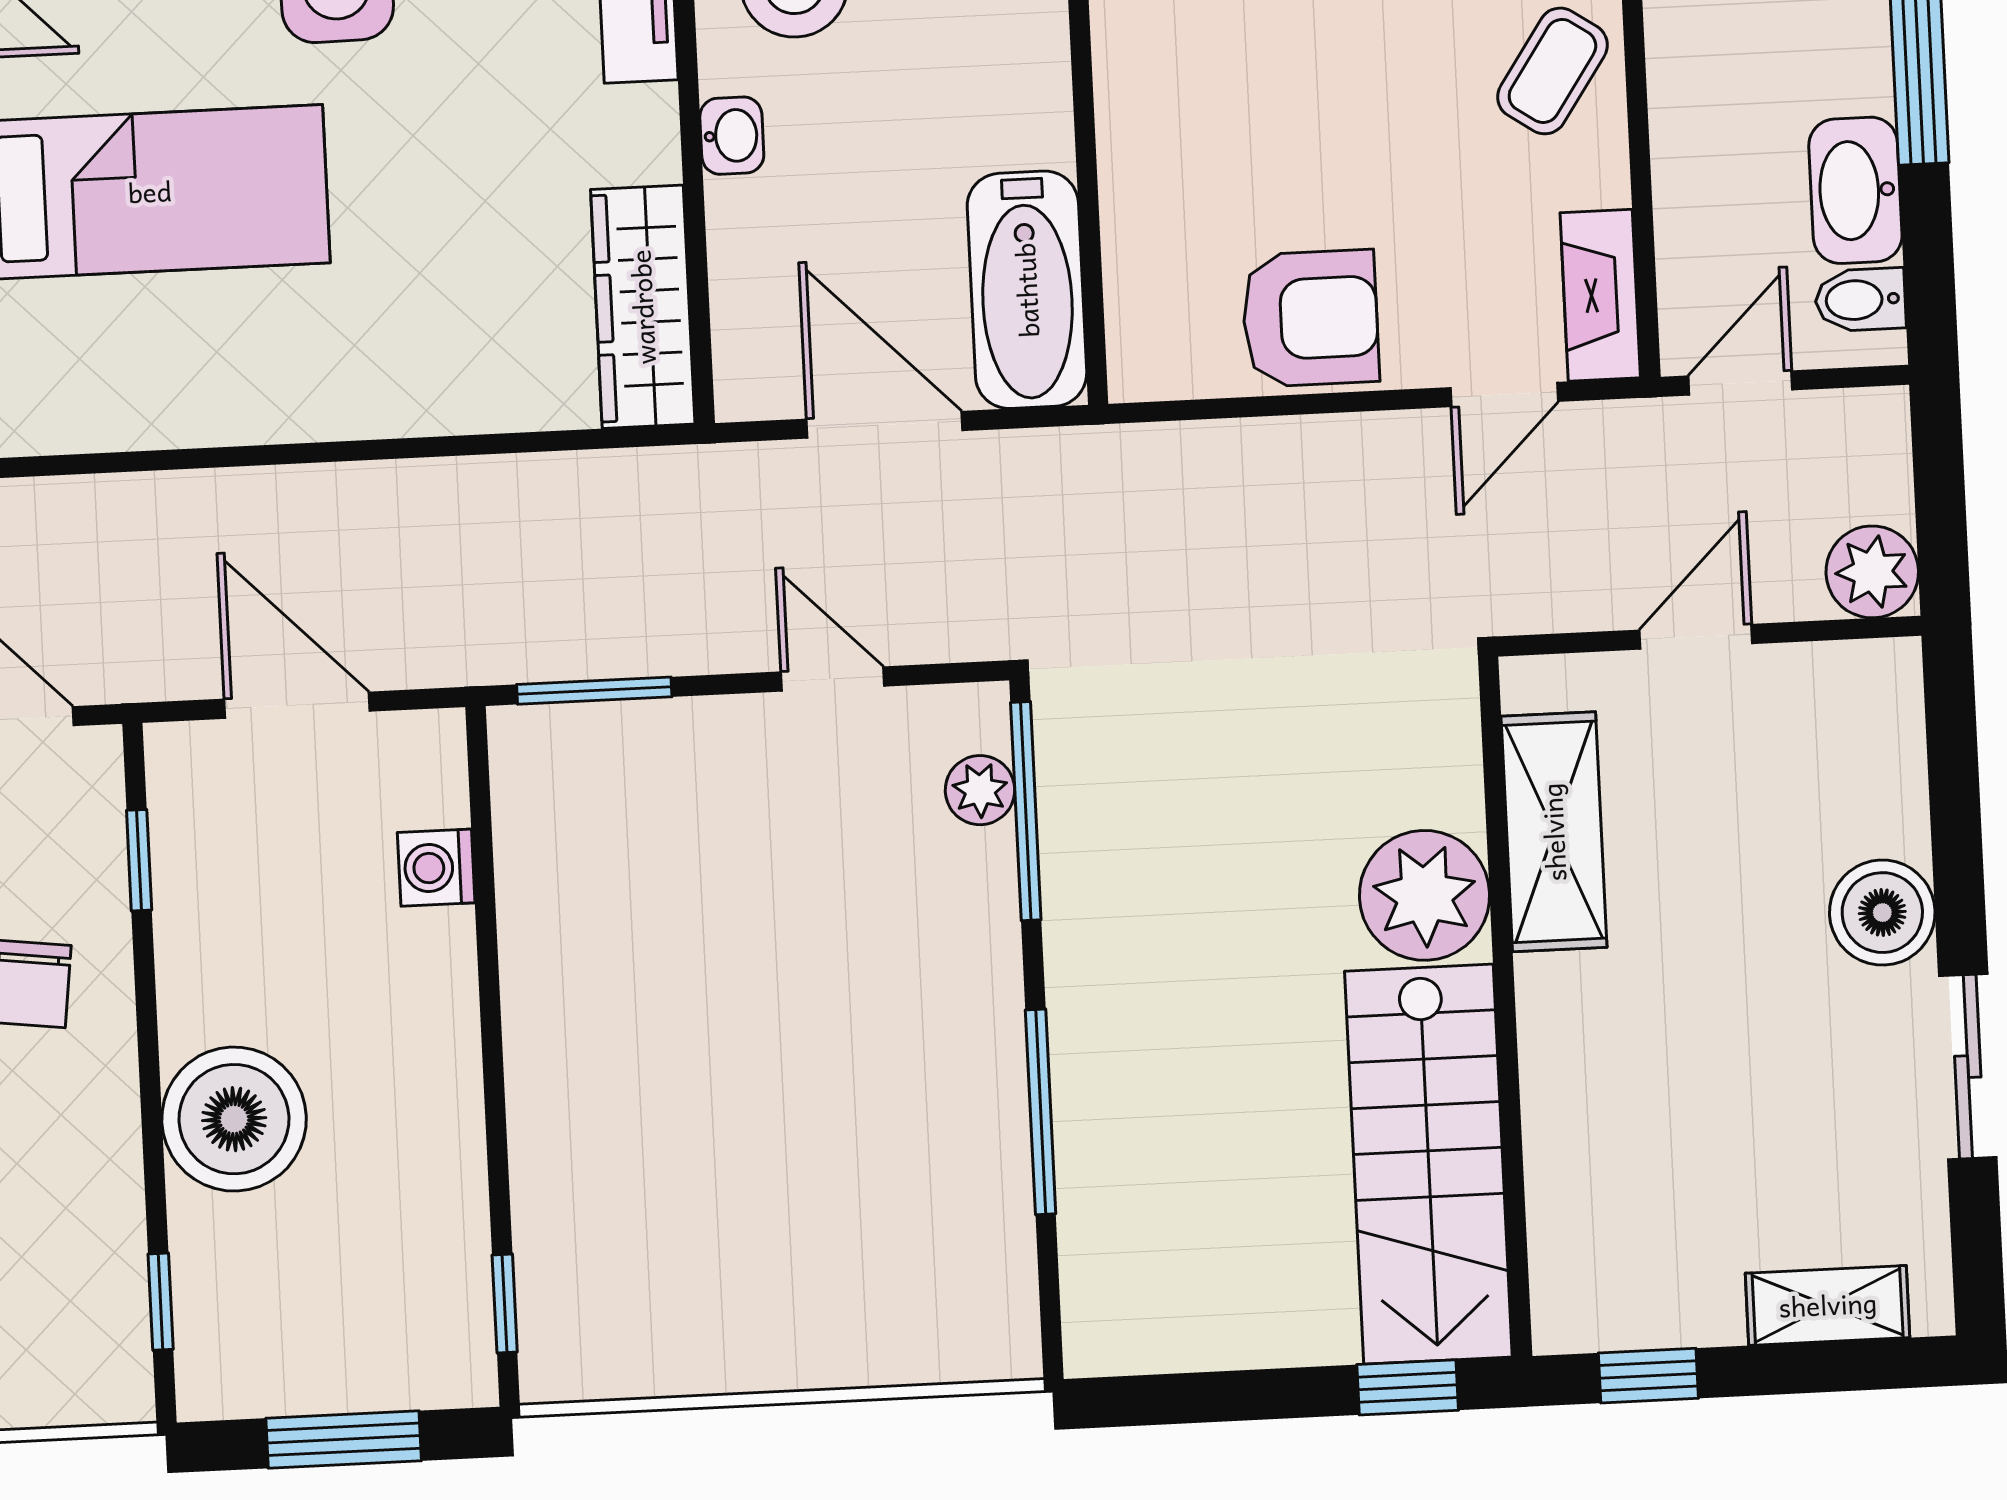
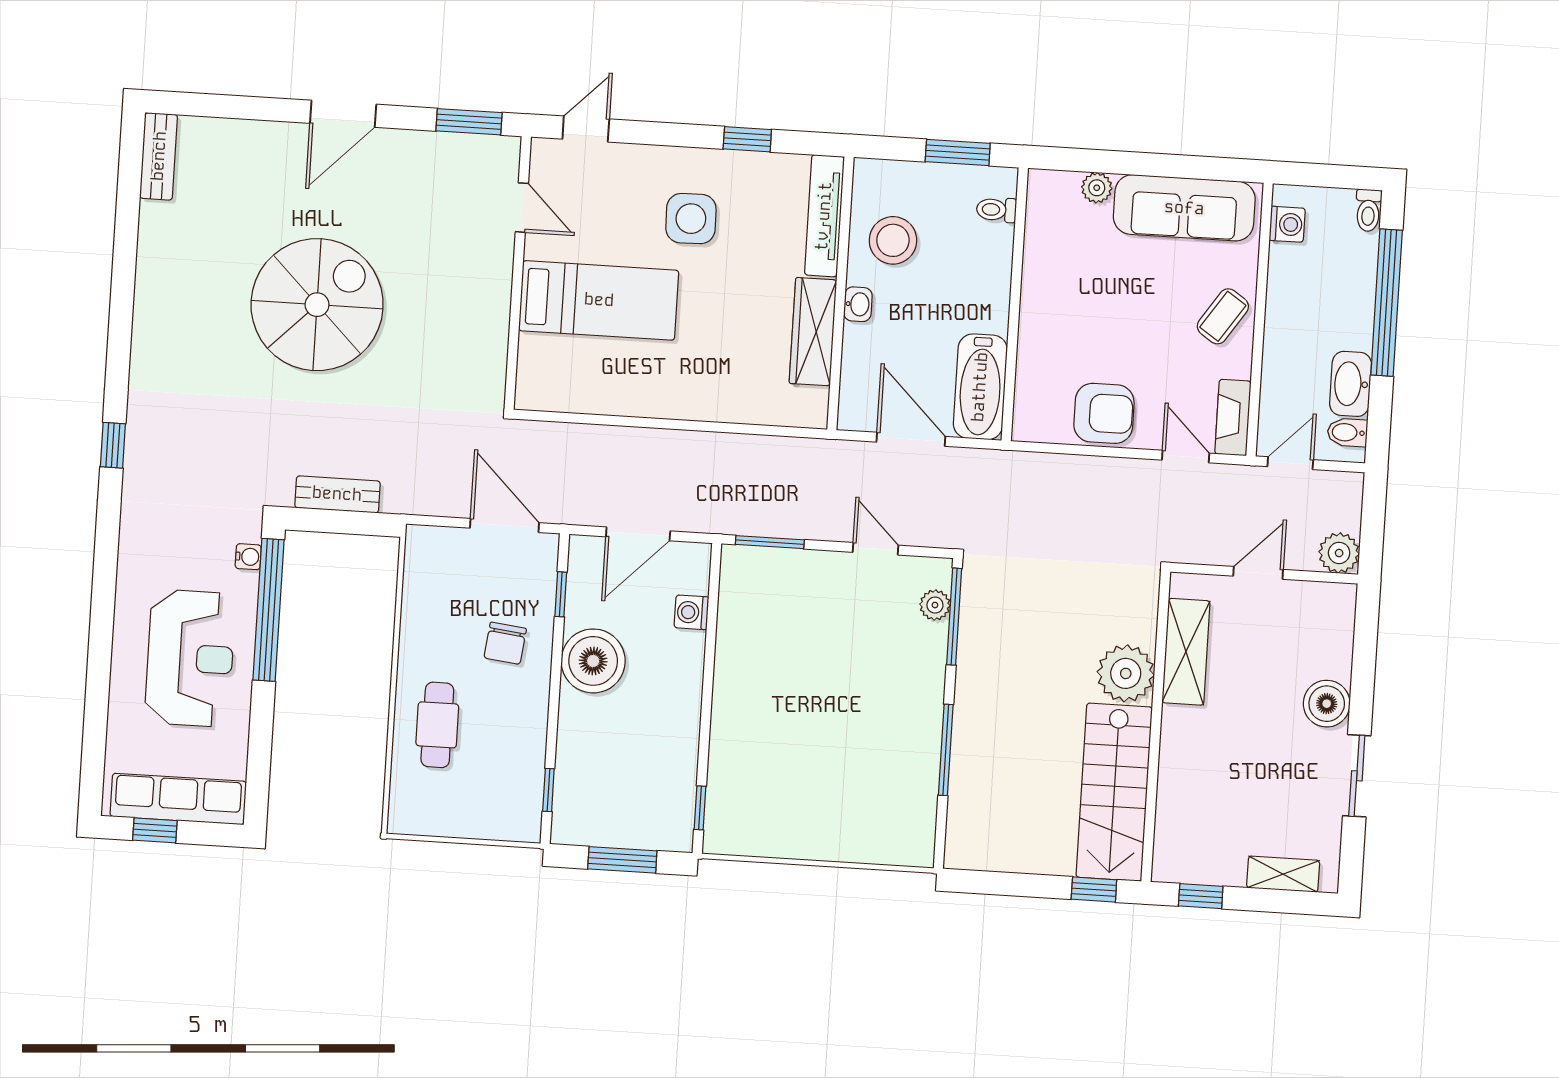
wardrobe: (643, 307) -> (813, 332), moved
door: (1504, 395) -> (1186, 457), swing flipped
door: (297, 705) -> (638, 534), swing flipped
boiler: (234, 1119) -> (593, 661), moved

